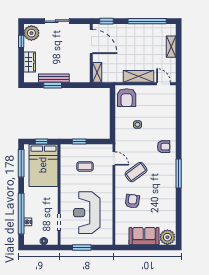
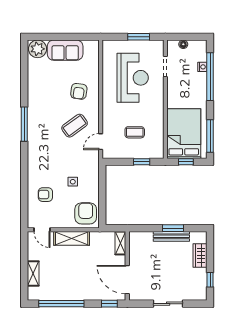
plant: (31, 33) -> (198, 290), removed
armchair: (164, 147) -> (45, 195), moved
door: (114, 159) -> (101, 142), hinge flipped

